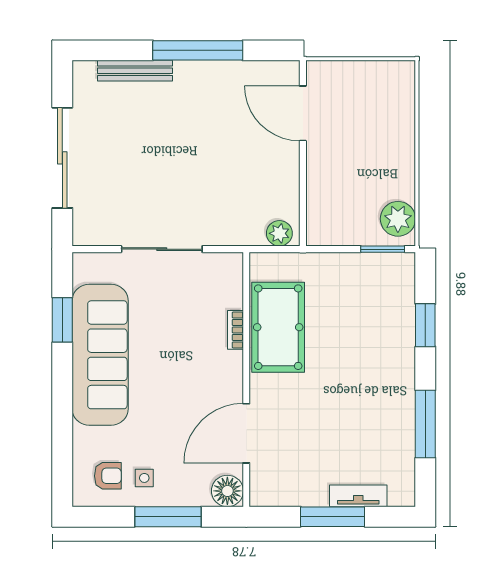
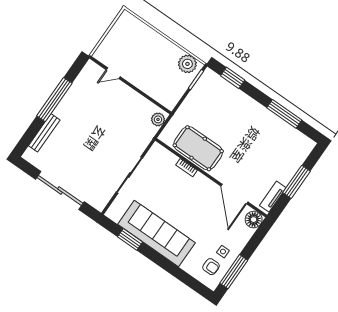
door: (303, 113) -> (113, 73), width x0.53
window: (425, 325) -> (233, 78), moved
armchair: (108, 476) -> (211, 267), turned 90
tv unit: (358, 496) -> (273, 197), moved
window: (168, 517) -> (234, 272), moved

